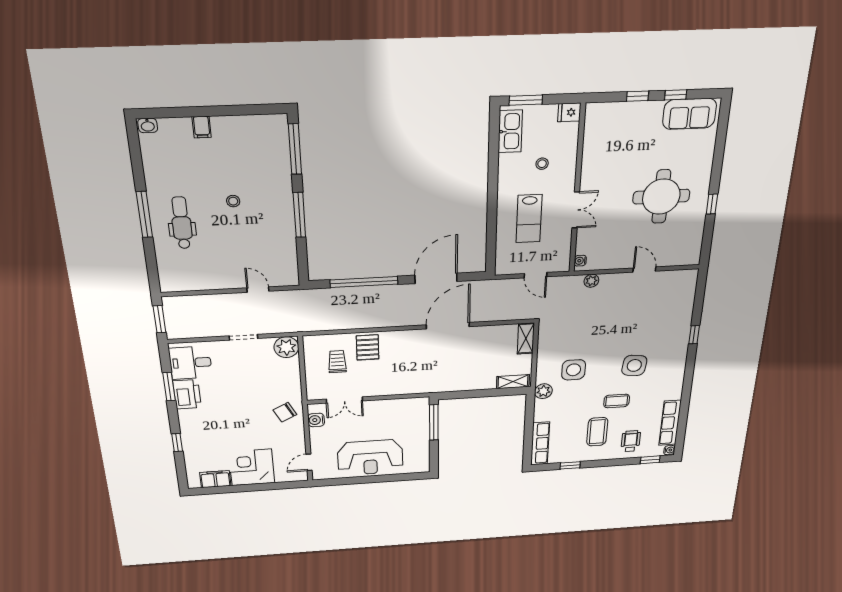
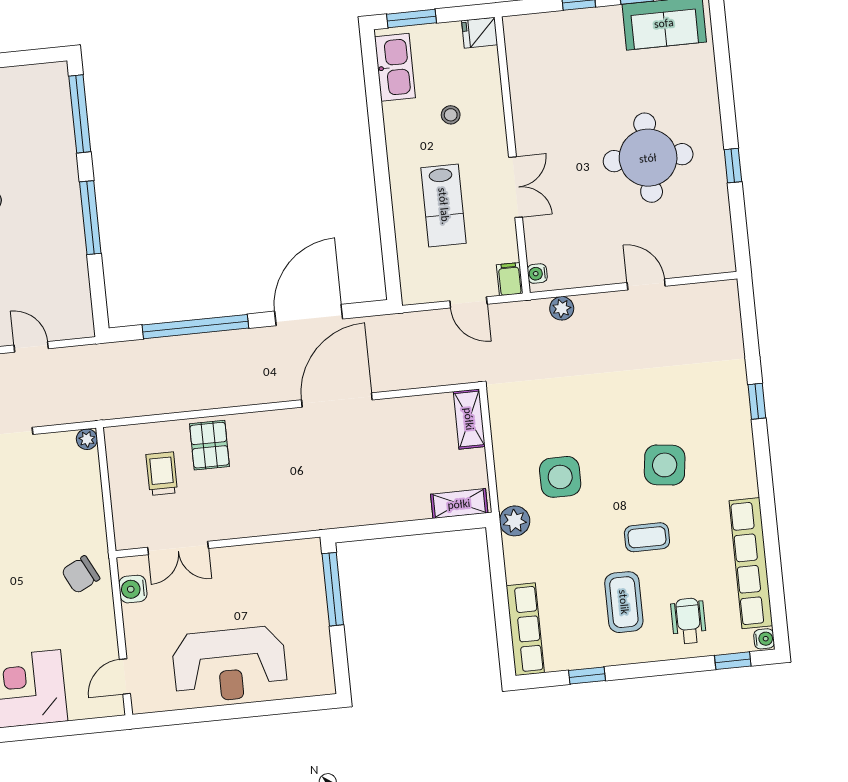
filing cabinet: (563, 263) -> (510, 279), added
plant: (286, 347) -> (87, 439), width x0.53, depth x0.53
row of seats: (670, 423) -> (751, 563), width x1.36

